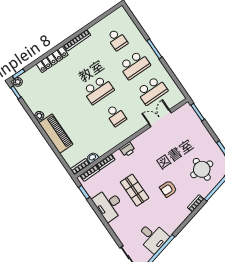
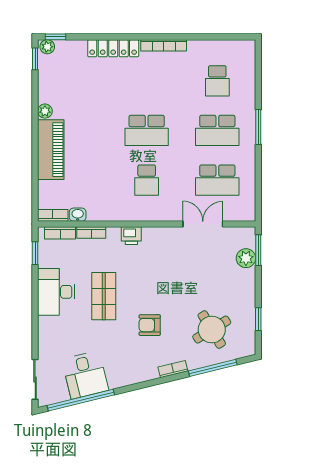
plant: (194, 121) -> (246, 258), added
round table: (202, 169) -> (212, 330), turned -31

